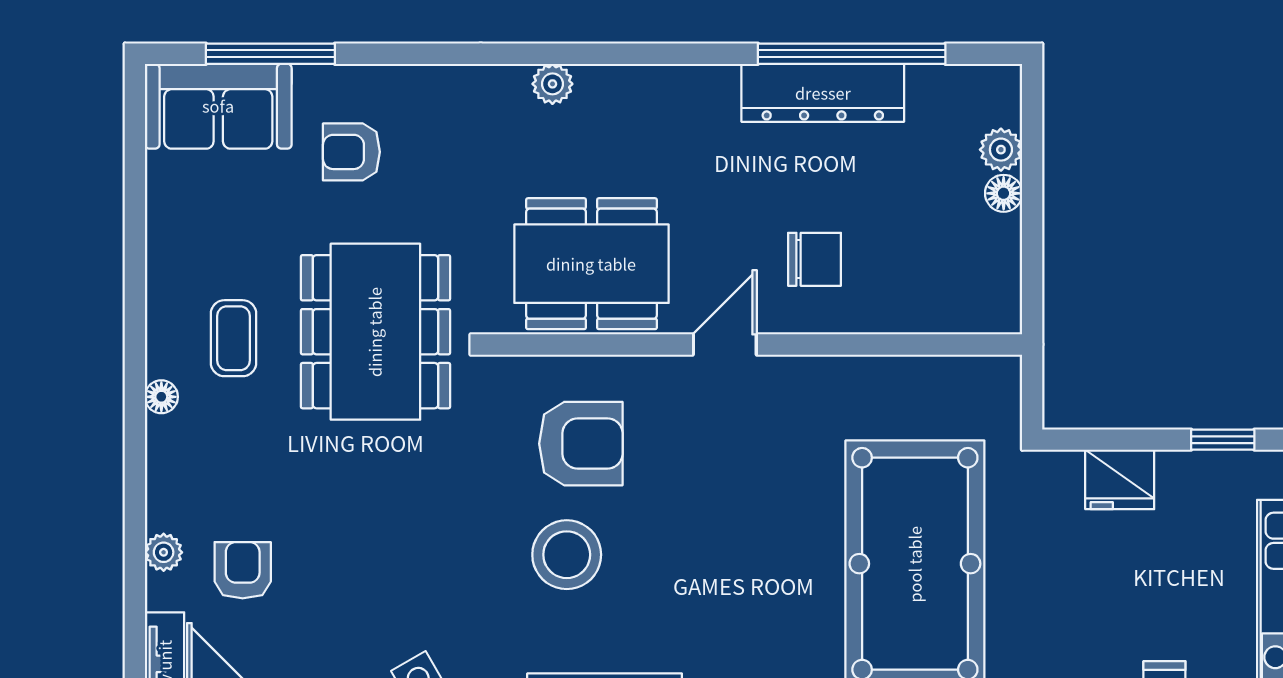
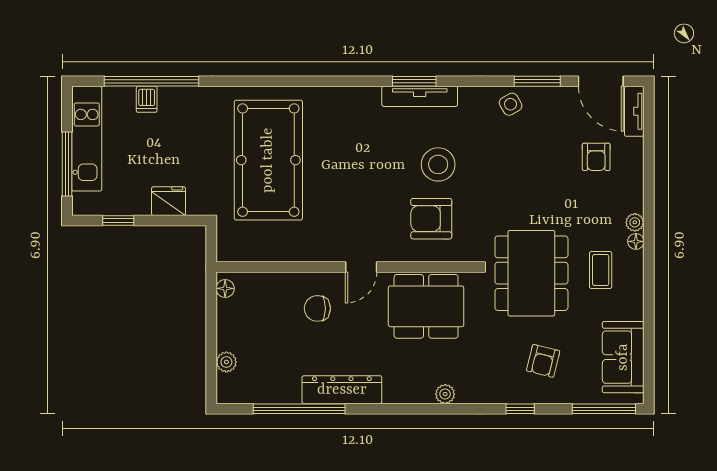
window: (270, 54) -> (604, 409), moved
window: (399, 54) -> (520, 409), added
dresser: (823, 93) -> (342, 390), moved
sofa: (218, 106) -> (623, 357), moved, turned -90
armchair: (351, 152) -> (543, 361), turned 104
floor lamp: (1004, 193) -> (225, 288), moved
plant: (164, 552) -> (635, 222), moved

